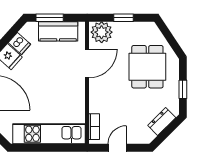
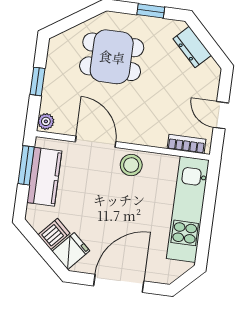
window: (50, 18) -> (26, 165), moved
plant: (102, 32) -> (46, 121), width x0.53, depth x0.53
stool: (74, 90) -> (131, 165), added

